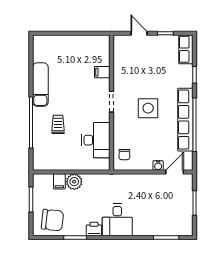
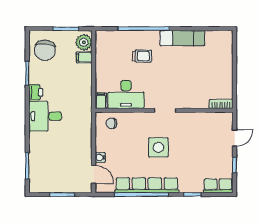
bookcase: (105, 46) -> (221, 104), added
filing cabinet: (102, 72) -> (101, 101), moved
plant: (74, 182) -> (84, 42), moved

